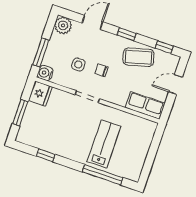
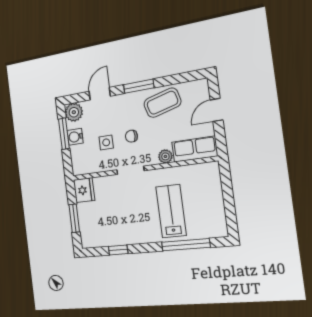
window: (127, 34) -> (139, 86), width x1.50
window: (164, 47) -> (184, 77), removed
window: (41, 52) -> (64, 134), moved
water cooler: (45, 73) -> (75, 137), moved
plant: (120, 100) -> (165, 156), added

